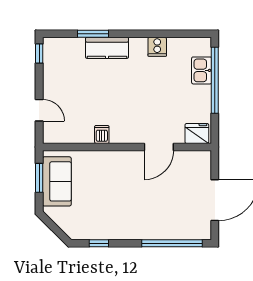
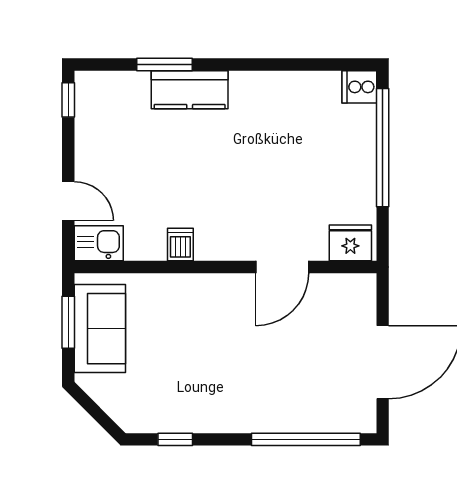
cooker: (157, 47) -> (359, 87), moved, turned 90
kitchen sink: (202, 70) -> (99, 243), moved, turned 90

